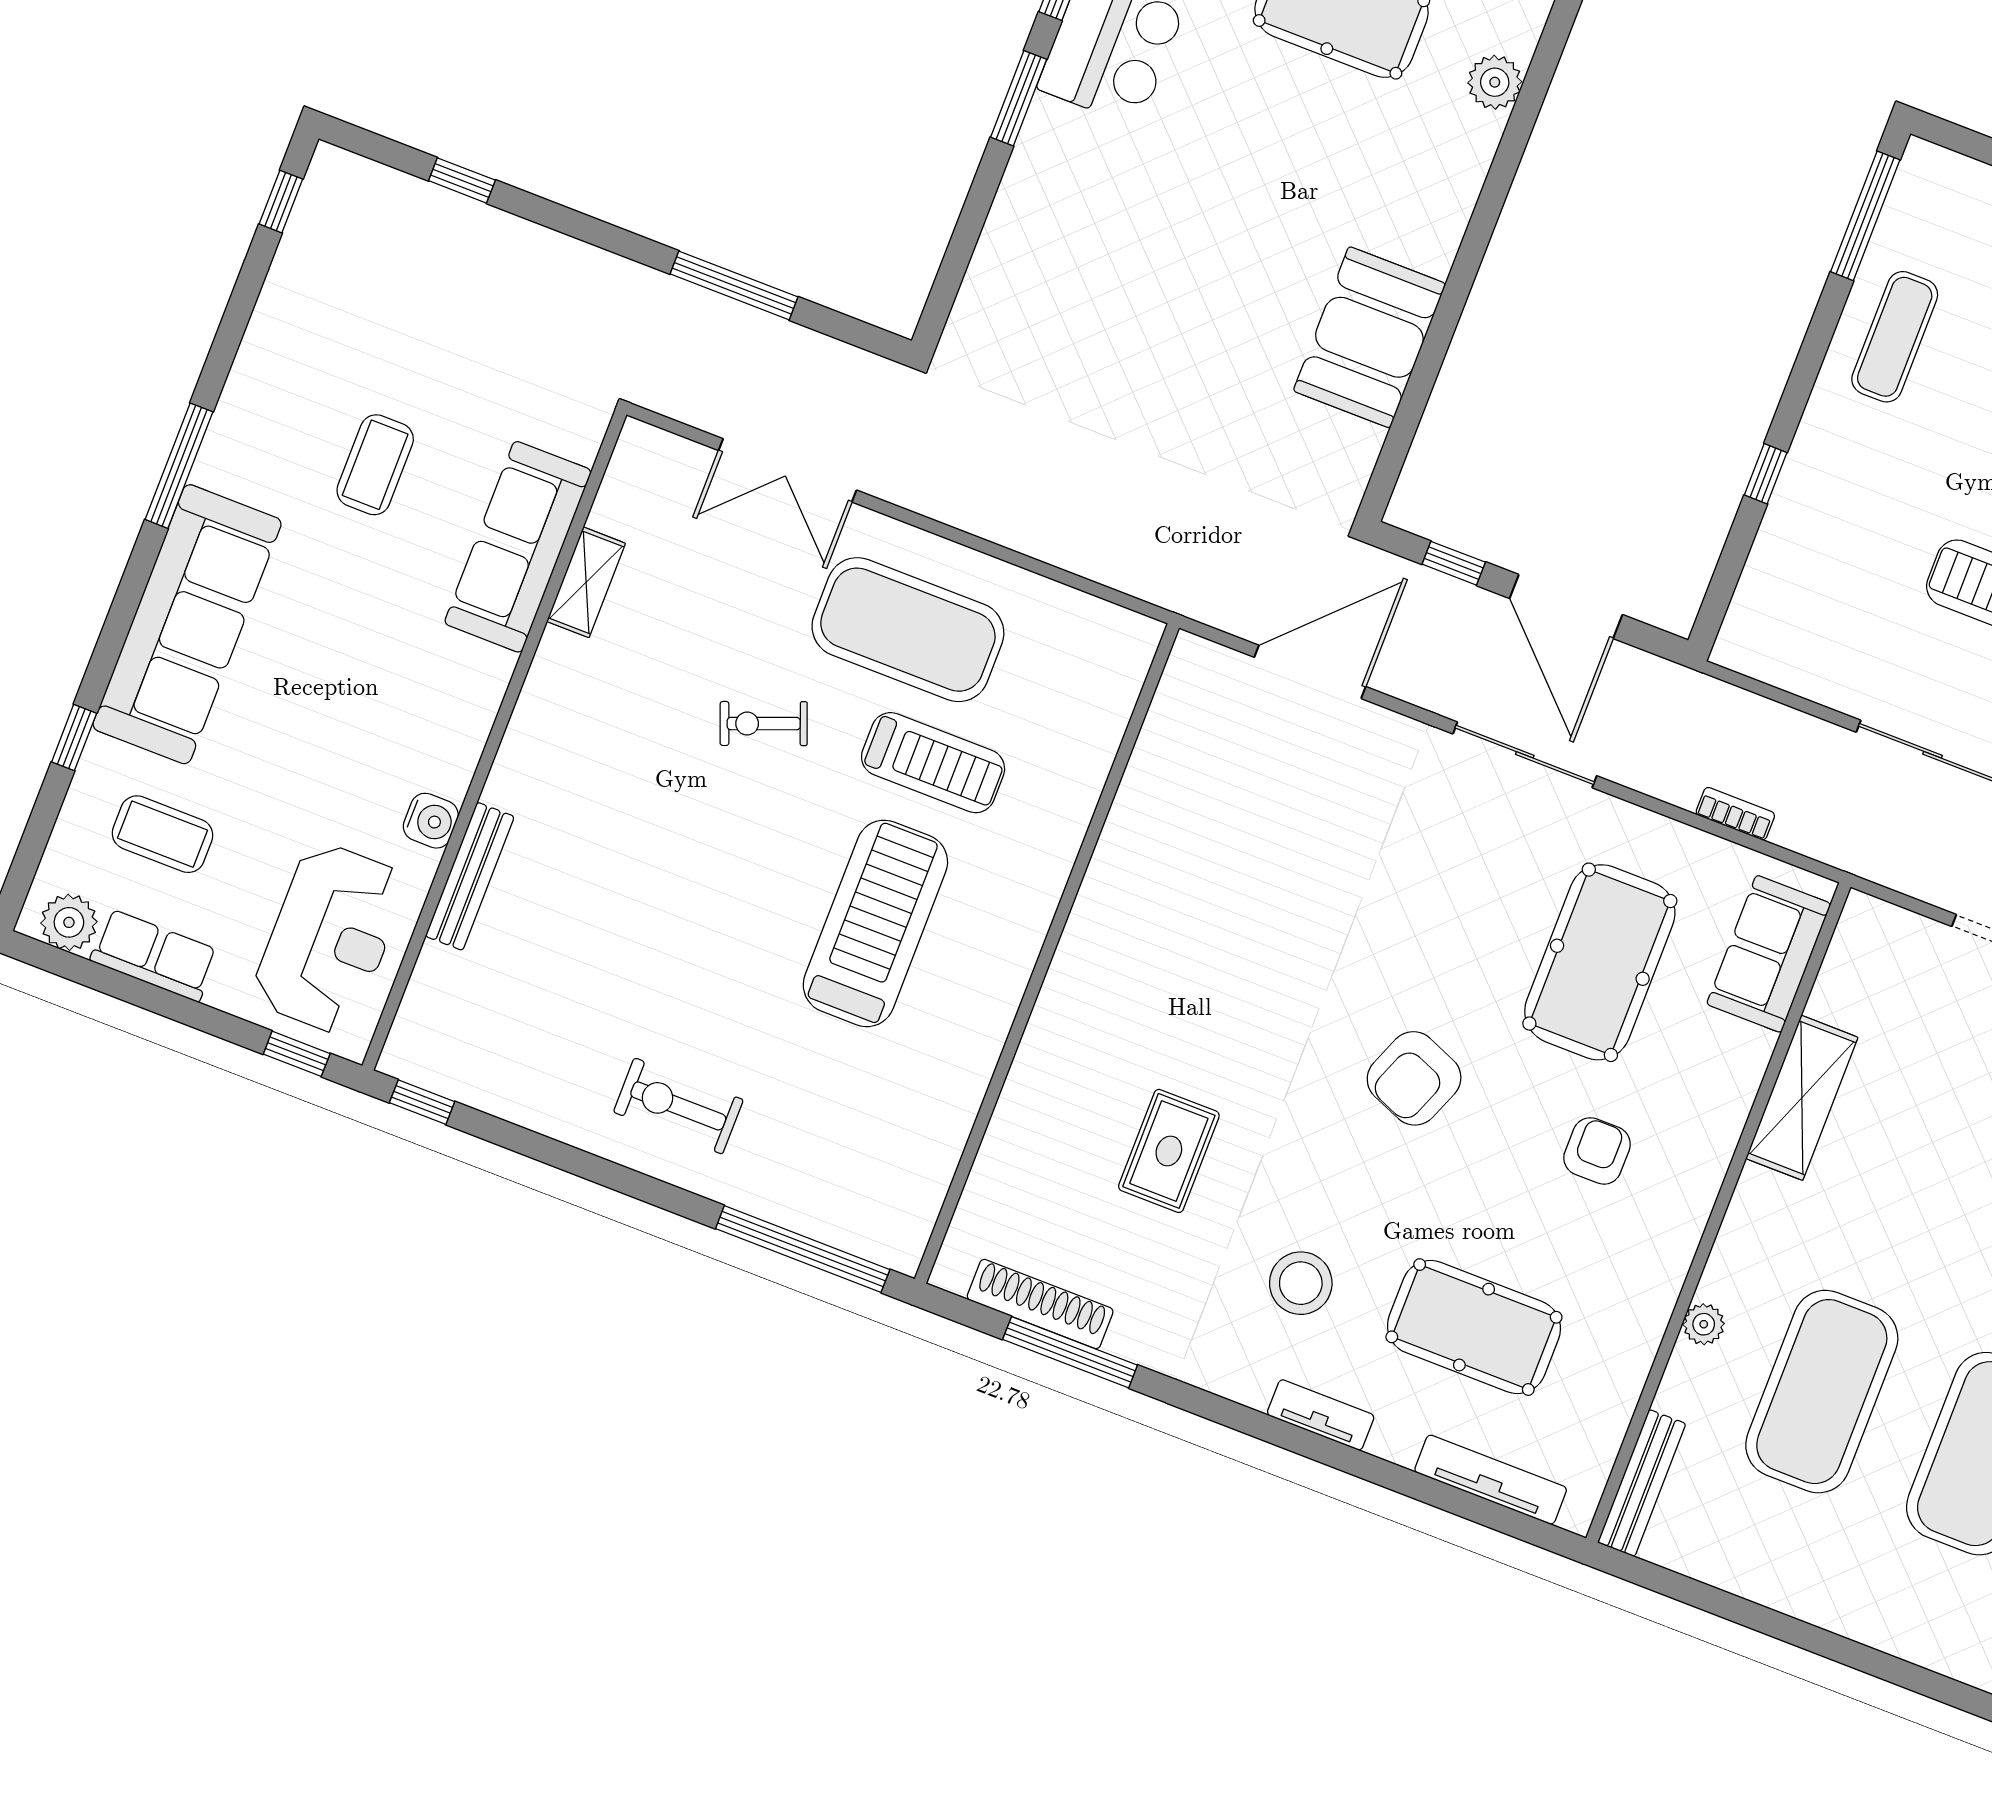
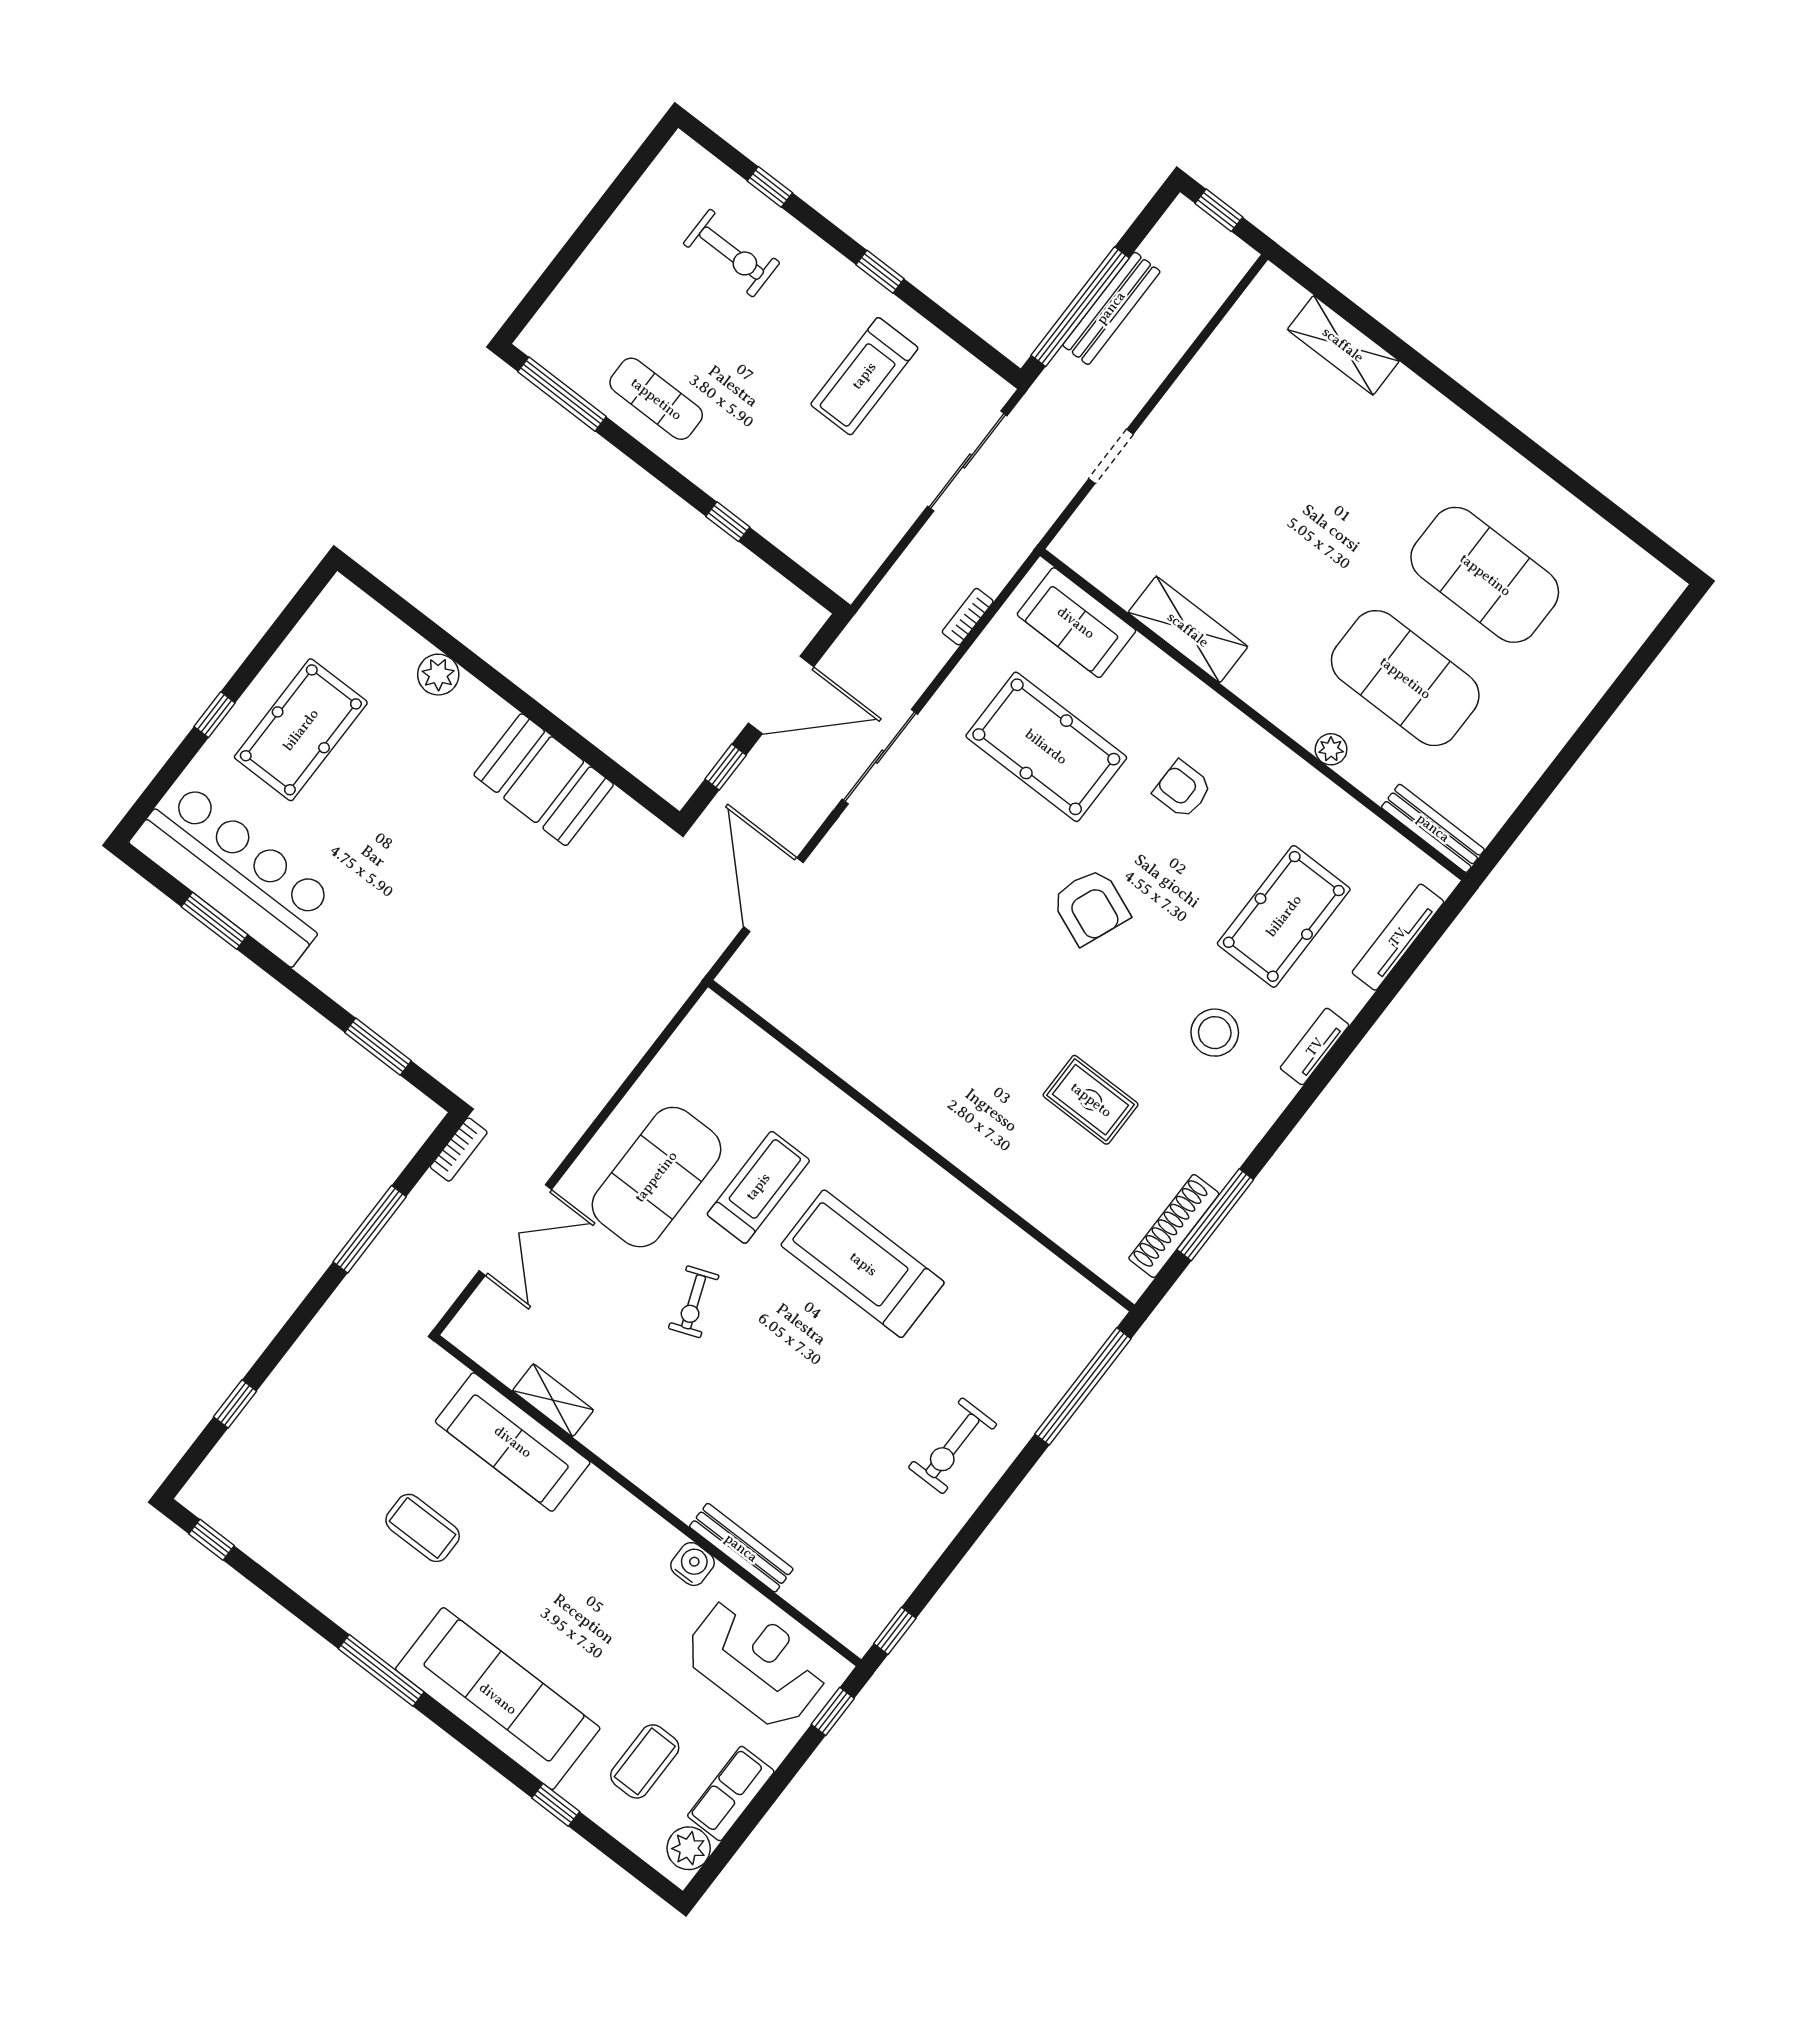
plant: (1495, 82) -> (438, 675), moved
window: (1019, 98) -> (378, 1047), moved
bookcase: (869, 368) -> (459, 1150), added

